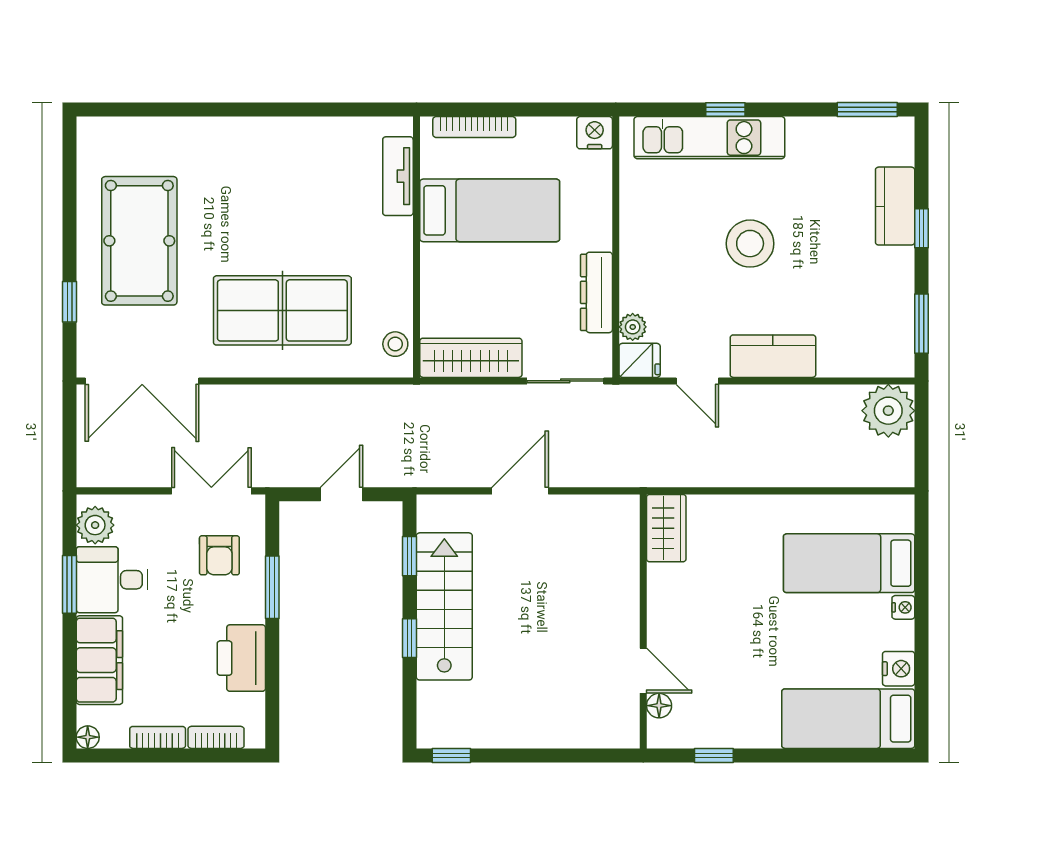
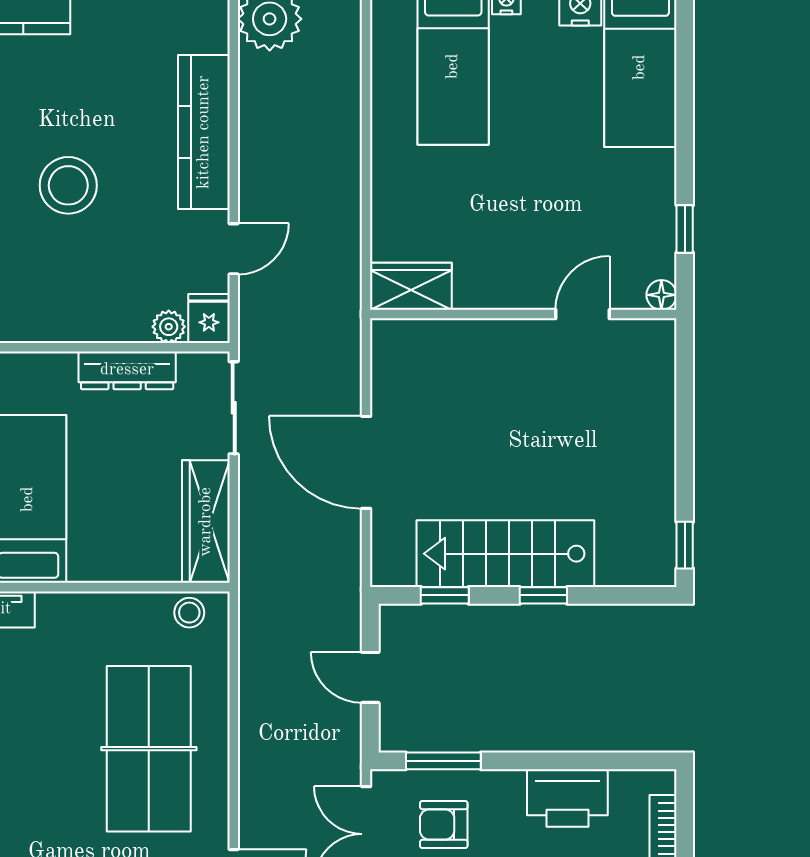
kitchen counter: (773, 356) -> (204, 132), width x1.50
door: (520, 491) -> (366, 462), width x1.36
armchair: (219, 555) -> (444, 824), turned 180
window: (272, 587) -> (443, 761), moved
floor lamp: (659, 706) -> (661, 295), moved

